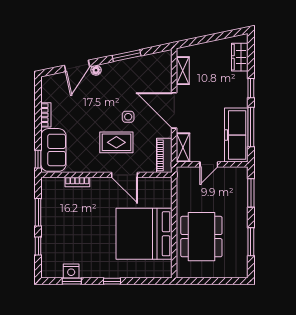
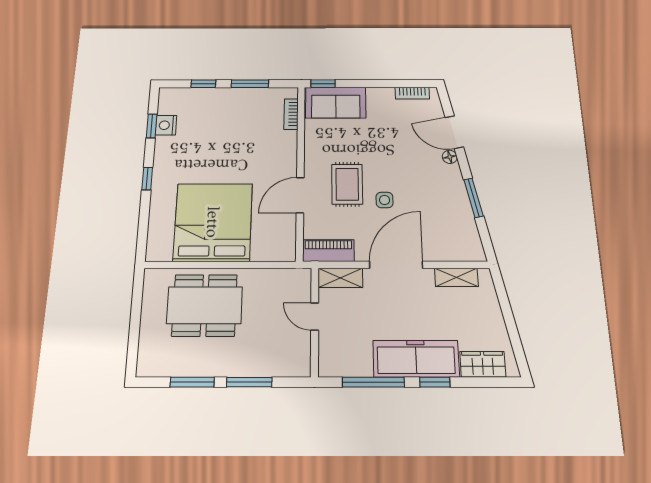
bookcase: (46, 115) -> (412, 93), moved
freezer: (236, 135) -> (416, 359), moved
bookcase: (77, 182) -> (291, 114), moved
window: (251, 193) -> (249, 382), moved

